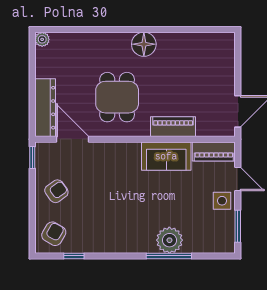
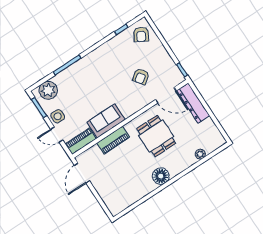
plant: (42, 39) -> (200, 154), moved
armchair: (56, 191) -> (141, 76), moved
plant: (169, 240) -> (48, 90), moved

